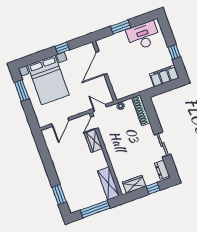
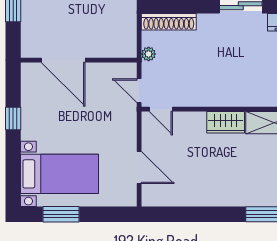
bed with nightstands: (48, 80) -> (59, 174), width x0.73
door: (100, 108) -> (139, 91), hinge flipped
wardrobe: (93, 141) -> (226, 122), moved

